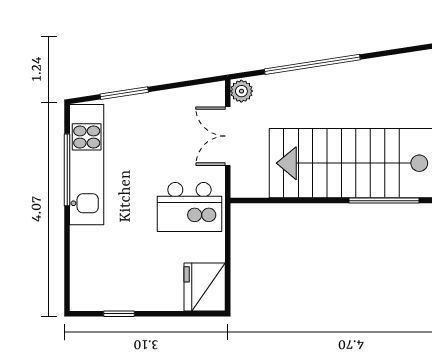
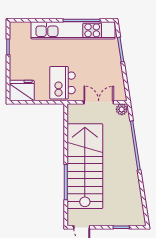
kitchen unit: (87, 165) -> (73, 30), width x1.36

